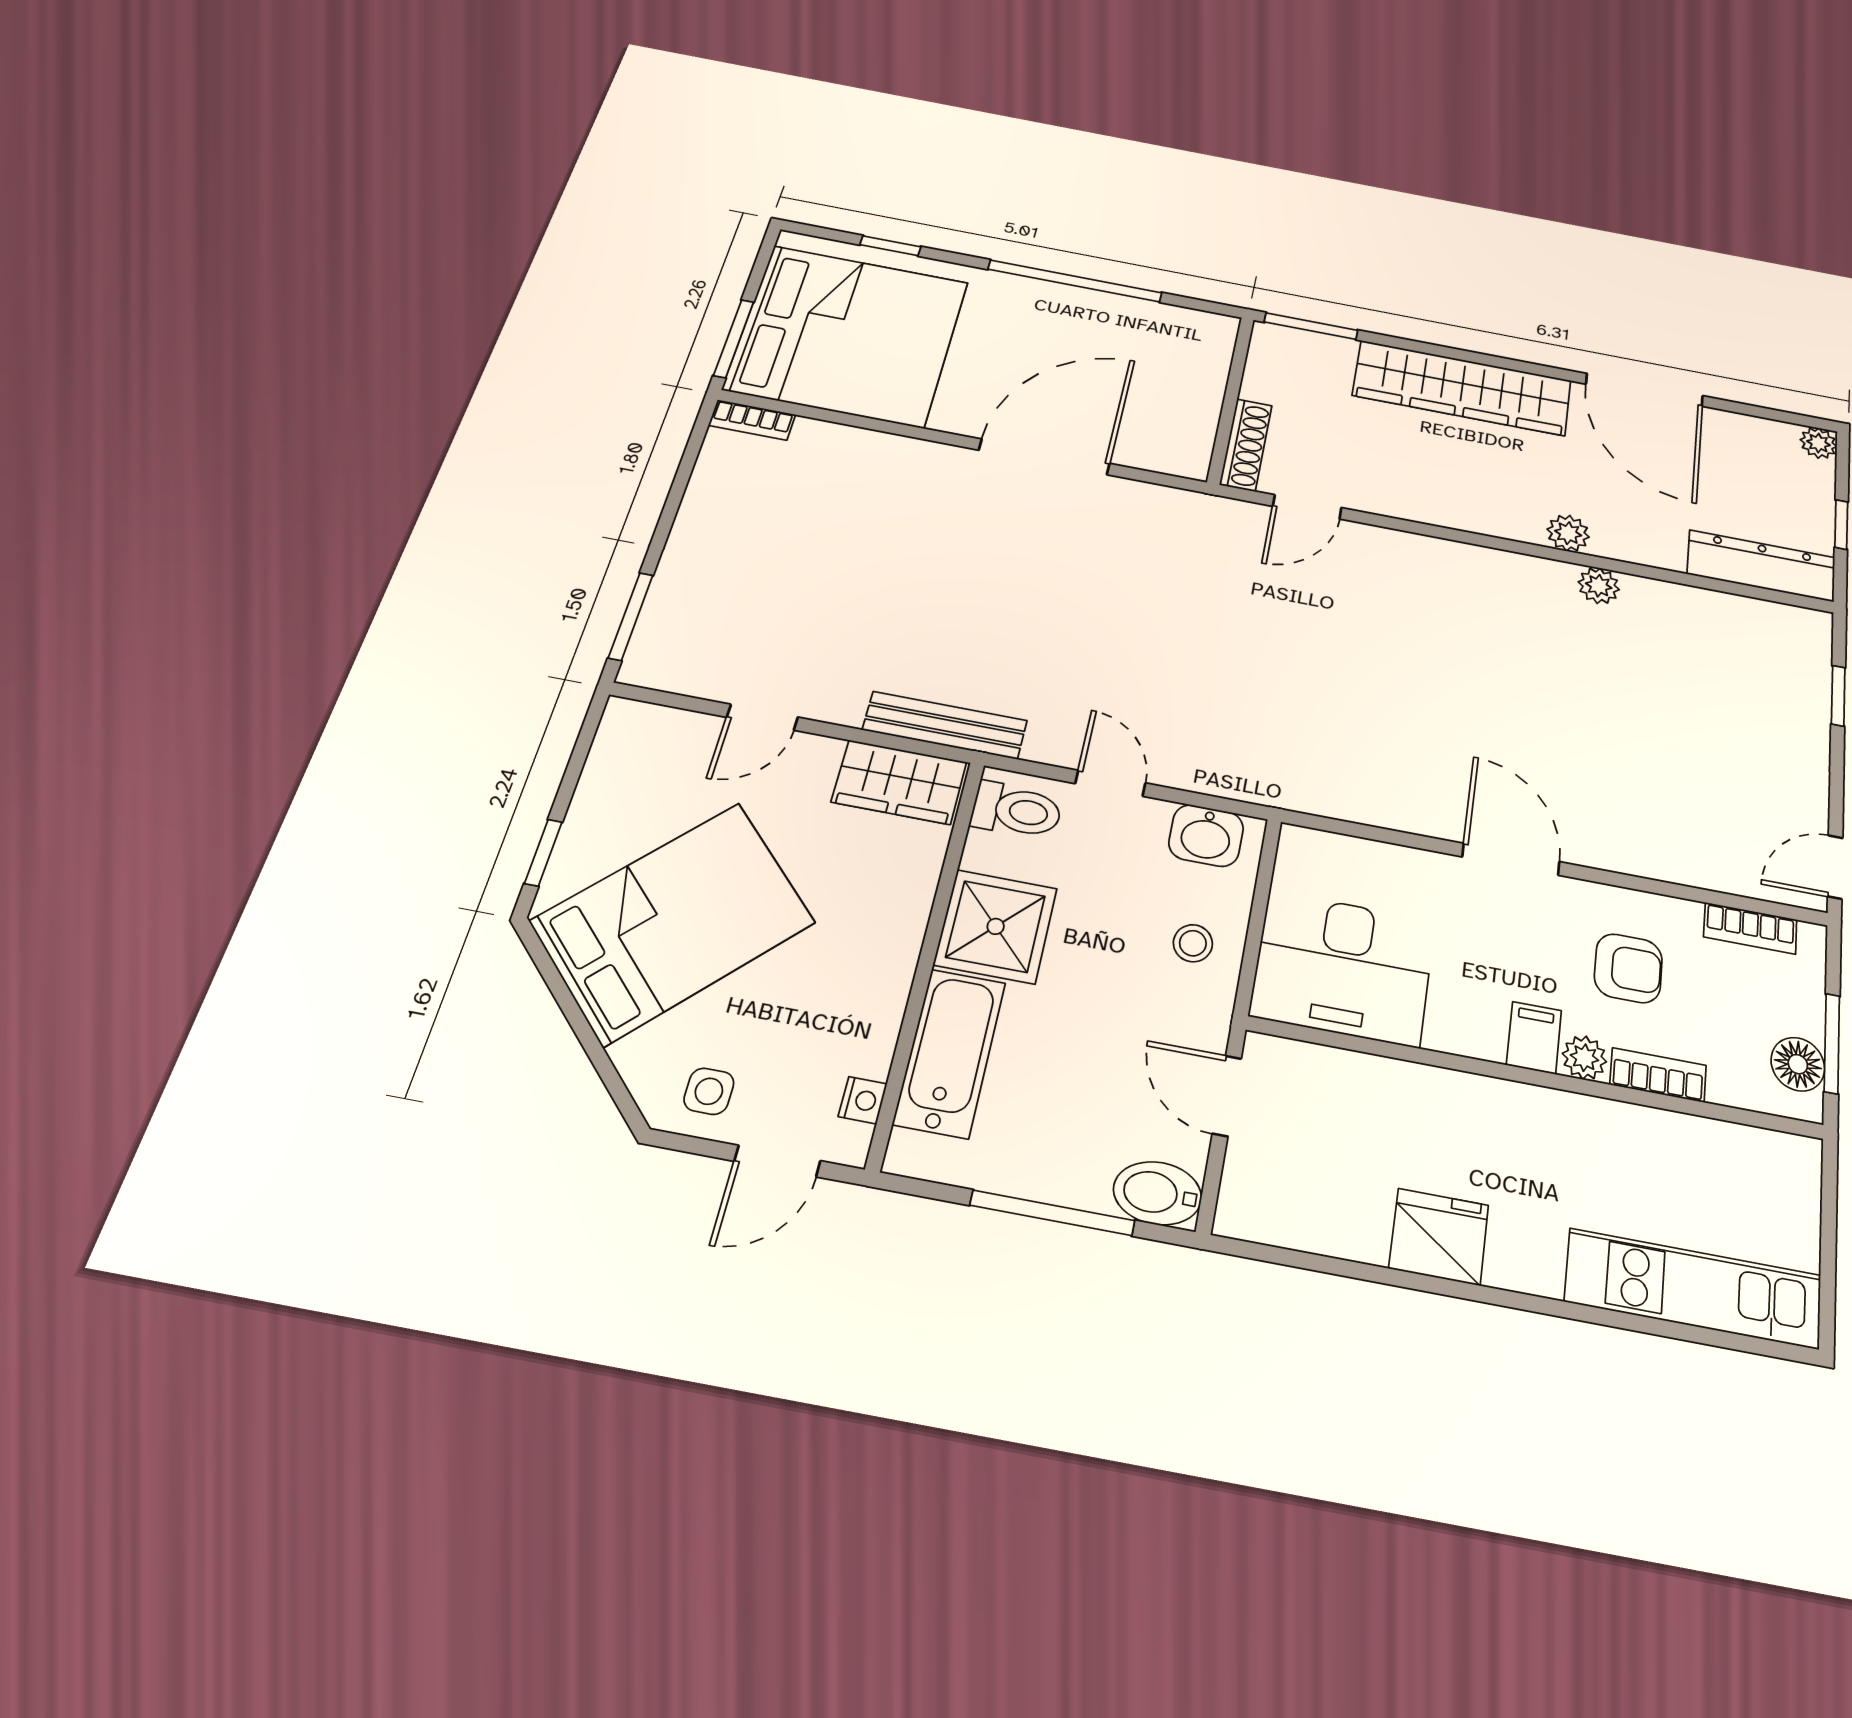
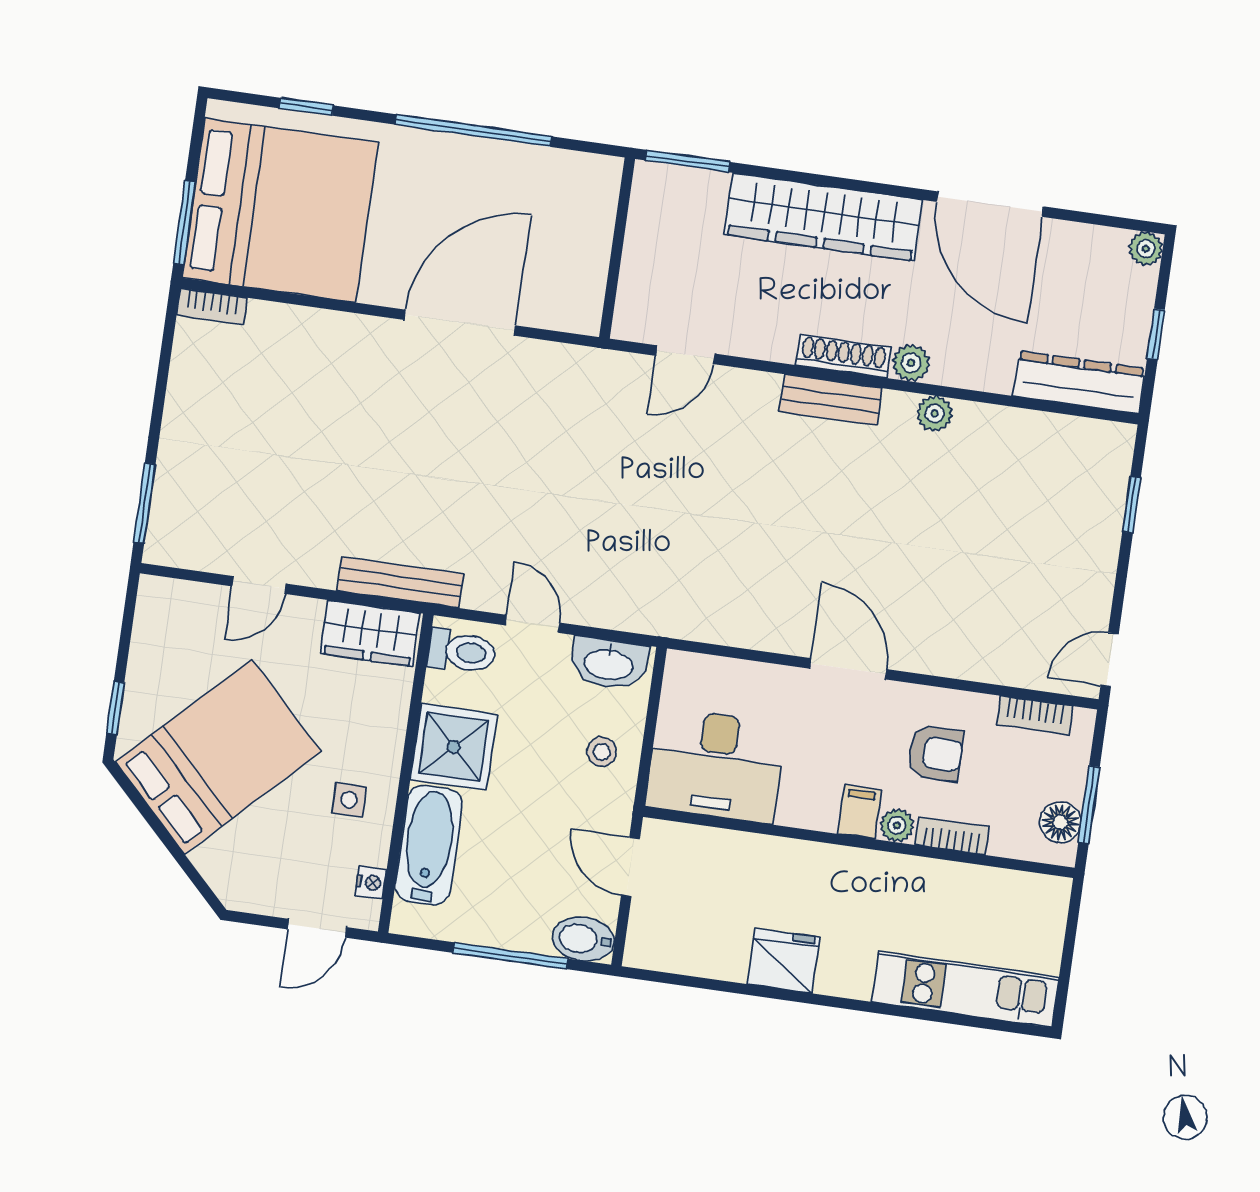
shoe rack: (1246, 445) -> (843, 356), moved, turned -90
bench: (1477, 564) -> (831, 400), added
washbasin: (1206, 835) -> (609, 663), width x1.38
side table: (709, 1091) -> (349, 800), moved

